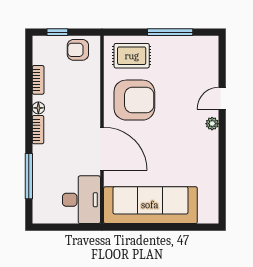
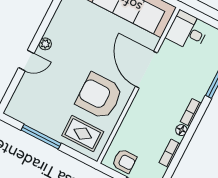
desk: (81, 200) -> (188, 31), width x0.73

